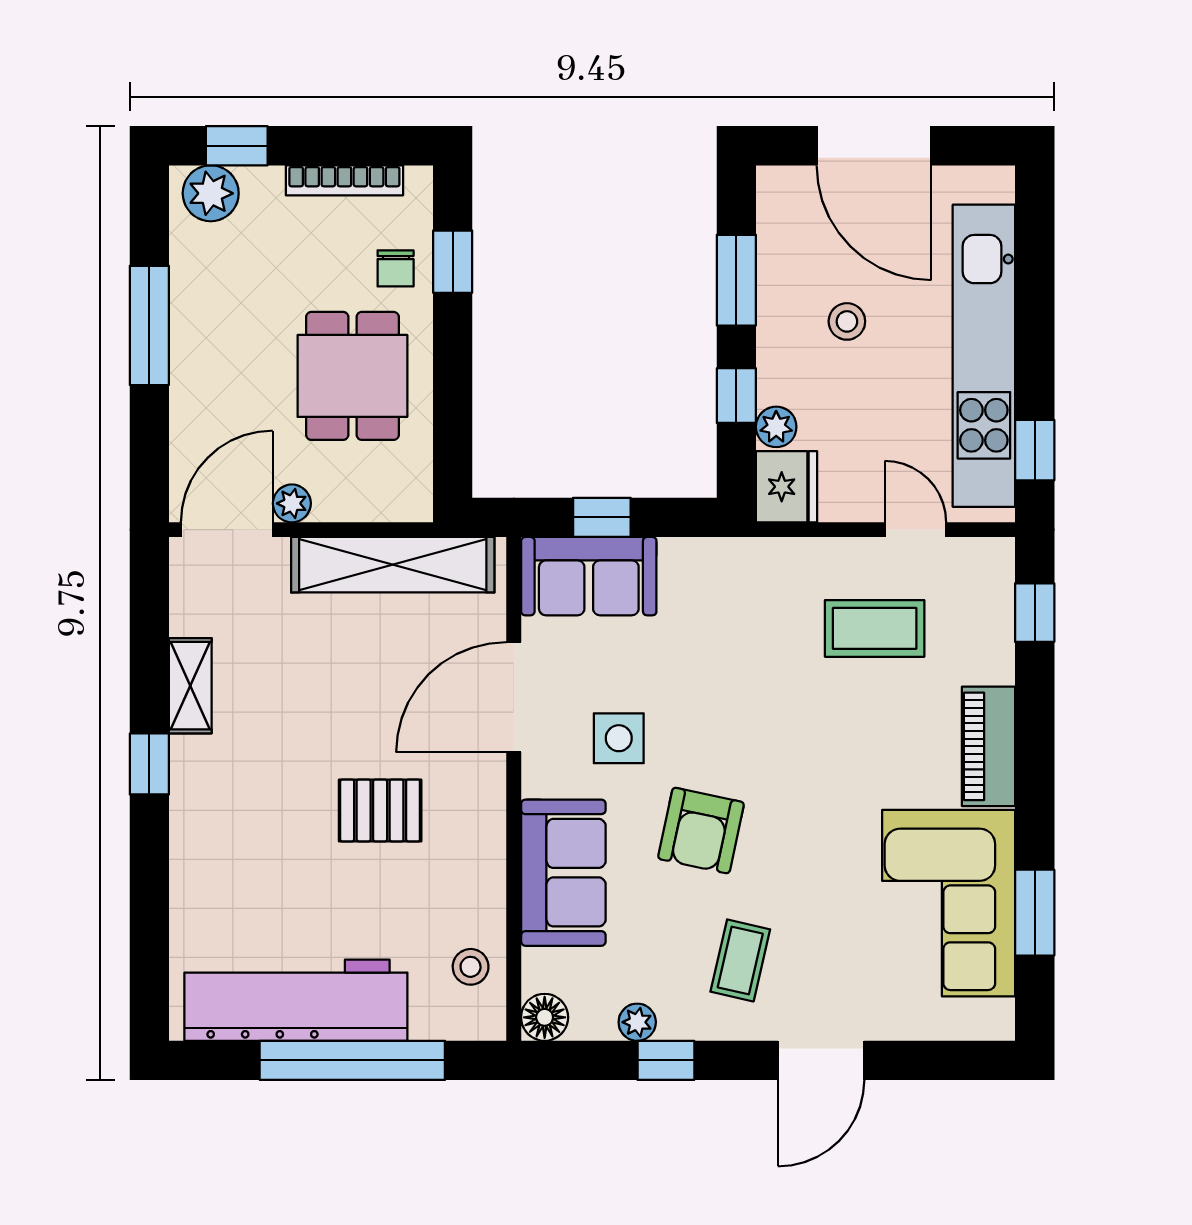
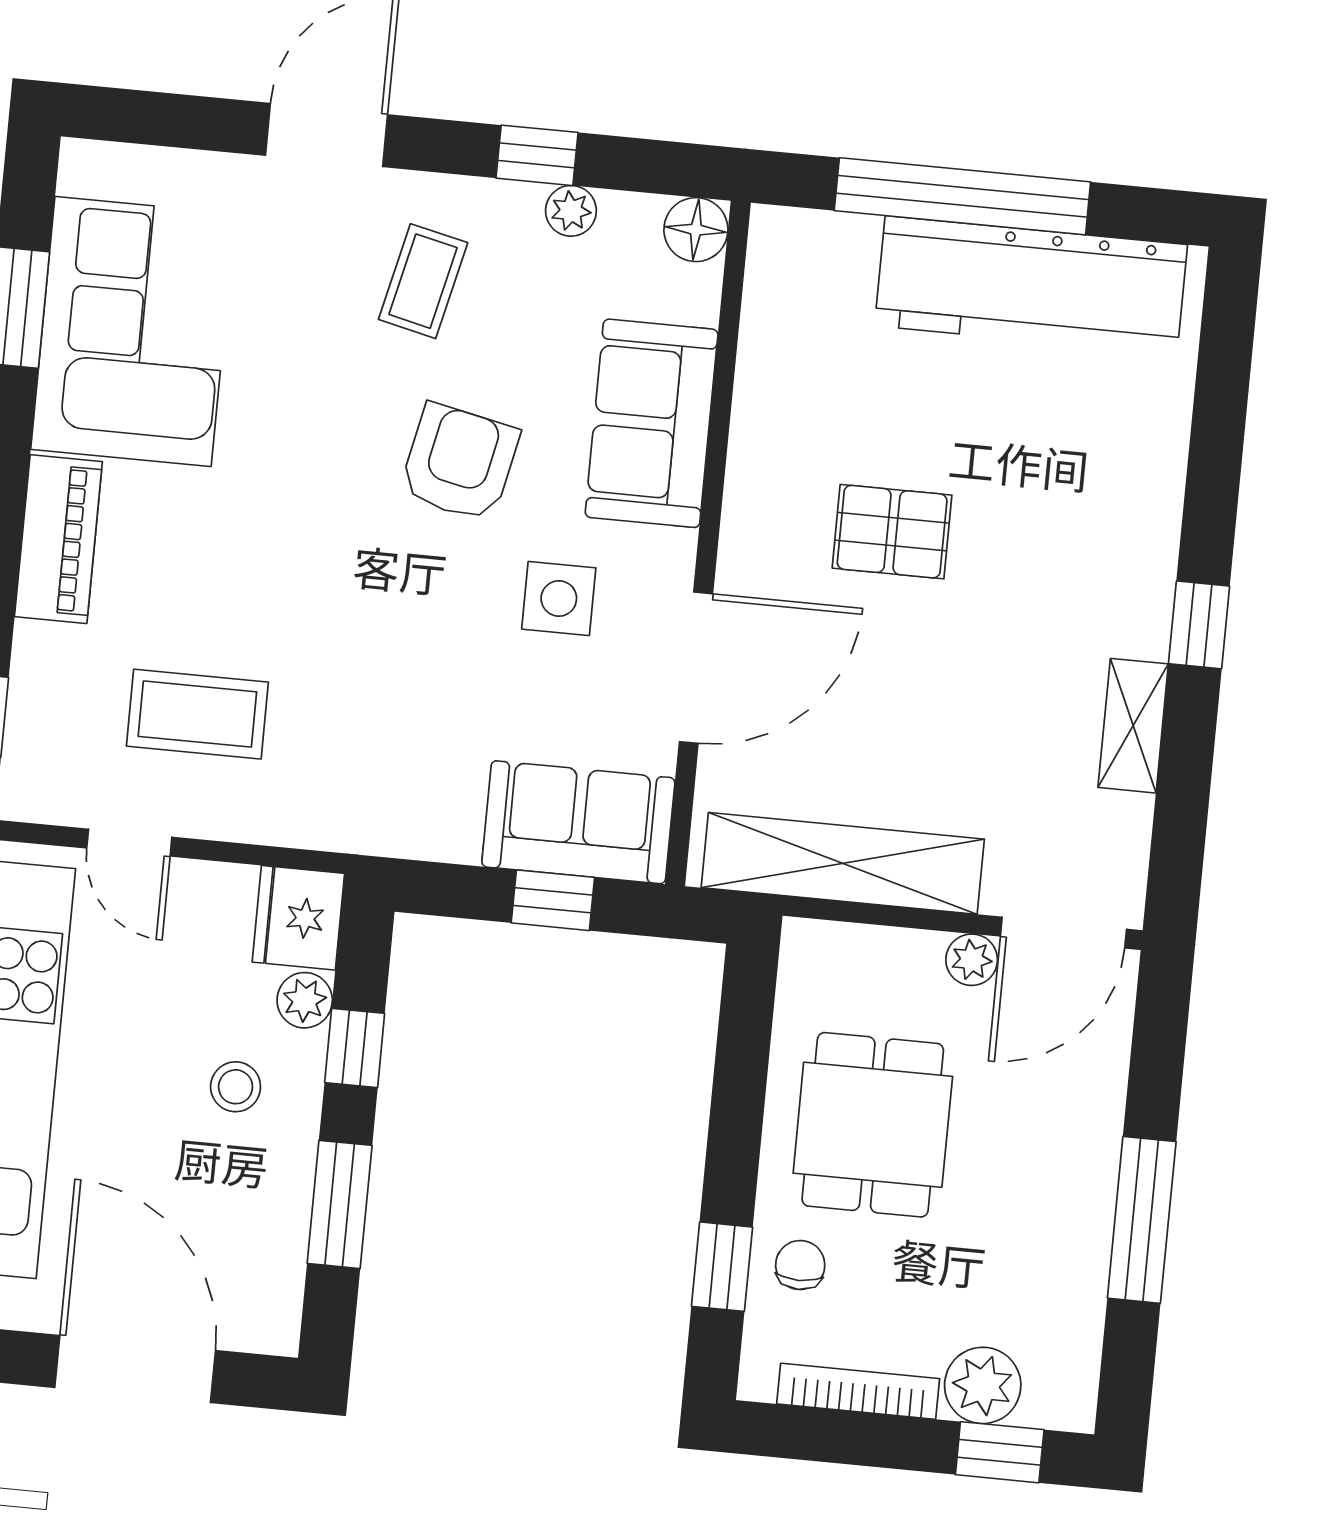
plant: (211, 193) -> (983, 1385), moved
stool: (847, 321) -> (236, 1087), moved
stool: (471, 967) -> (790, 308), removed

